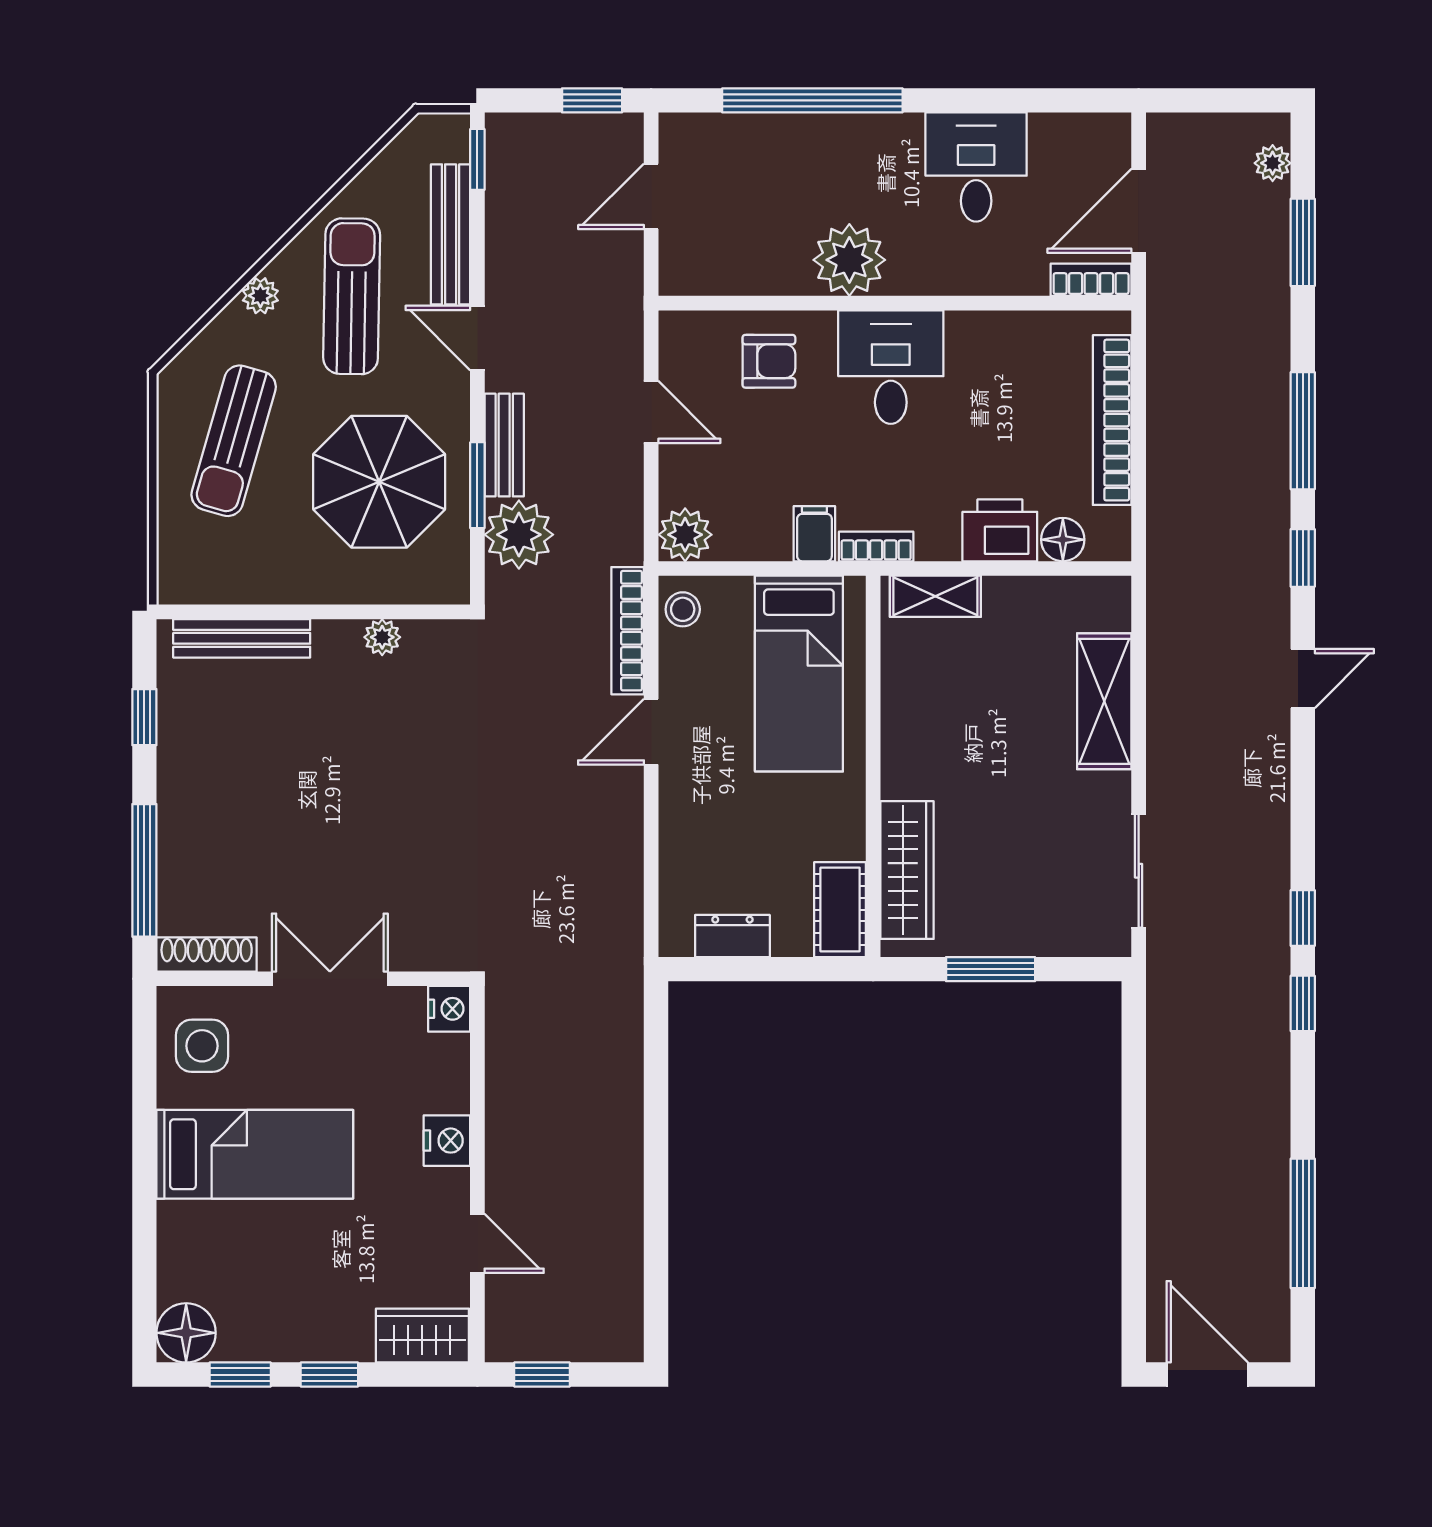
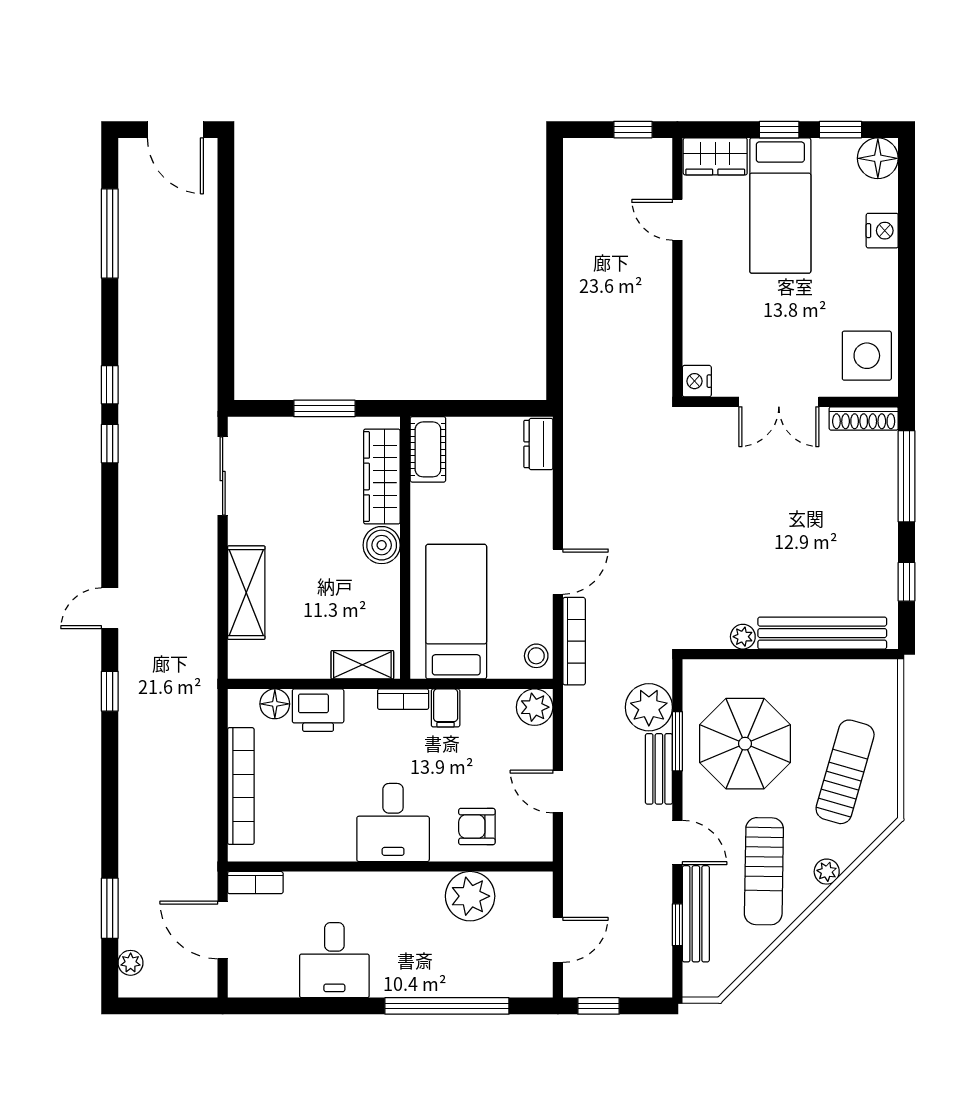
window: (477, 159) -> (677, 925), moved
door: (1139, 211) -> (223, 930), swing flipped
plant: (849, 260) -> (470, 896), moved
window: (1303, 431) -> (110, 779), removed
bench: (242, 638) -> (822, 633), width x1.37, depth x1.21
boiler: (907, 770) -> (382, 545), added
dresser: (732, 936) -> (538, 444), moved, turned 90
side table: (202, 1046) -> (867, 356), width x1.37, depth x1.37
nightstand: (447, 1141) -> (882, 231), moved, turned 180
bed: (255, 1154) -> (780, 206), moved, turned -90

